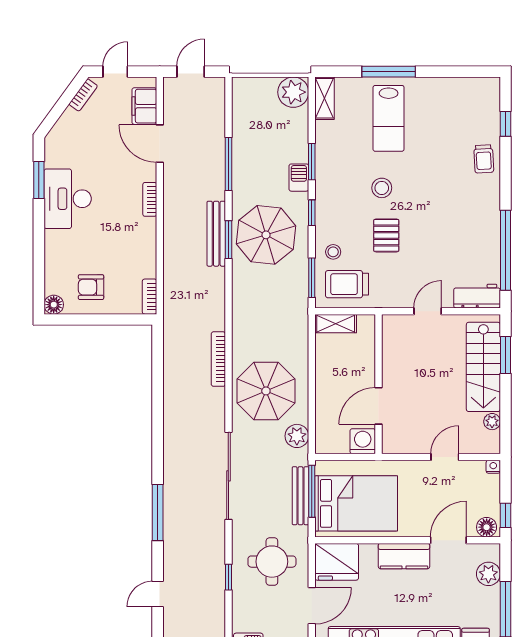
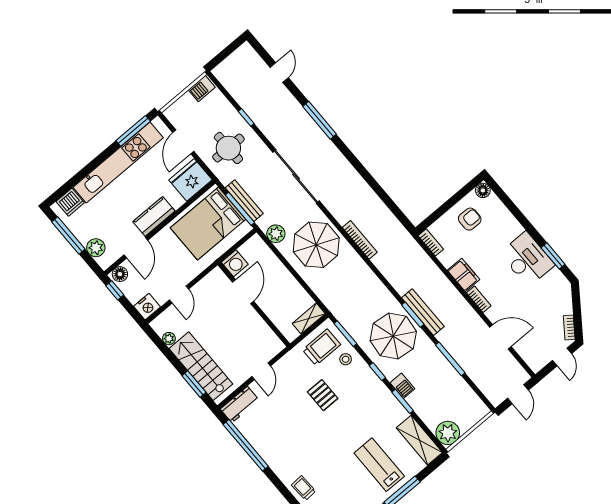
shelving: (325, 98) -> (419, 440), width x1.50, depth x1.33
filing cabinet: (144, 106) -> (464, 275), moved
stool: (382, 188) -> (349, 421), removed
nightstand: (493, 467) -> (147, 307), width x1.89, depth x1.79

